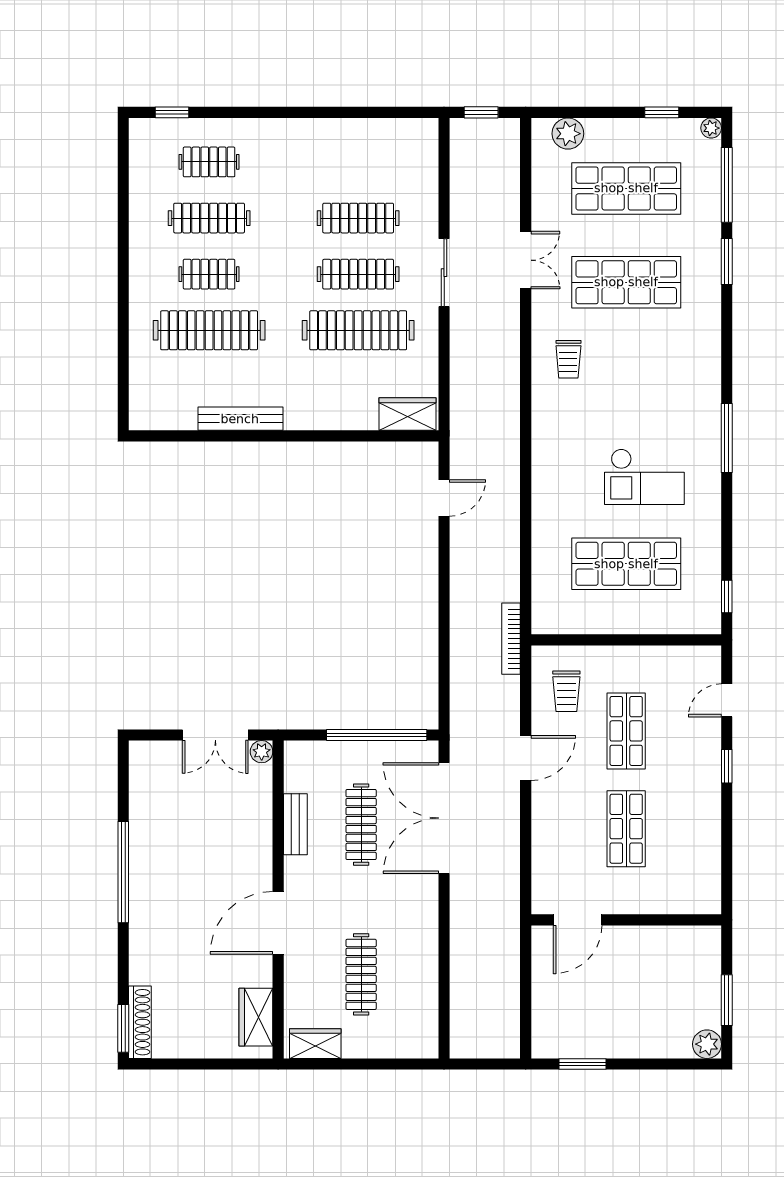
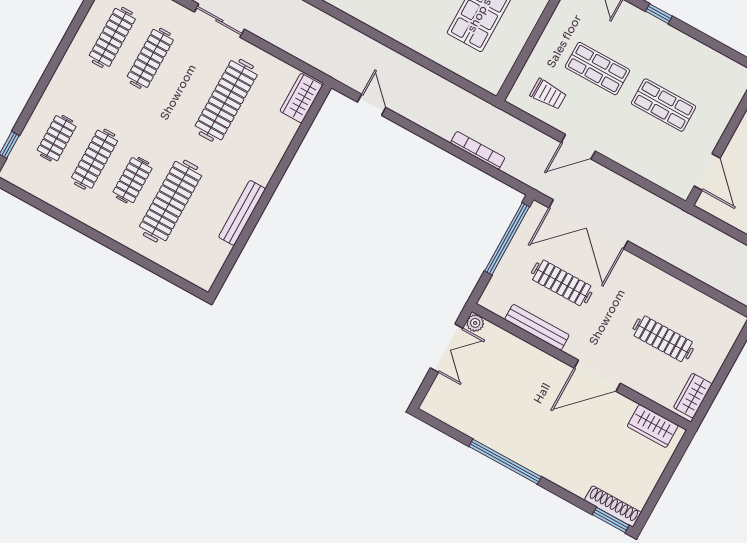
clothes rail: (358, 274) -> (112, 37), moved
bookcase: (511, 639) -> (478, 150), moved, turned 180
door: (526, 758) -> (578, 147), swing flipped
bench: (295, 824) -> (537, 327), width x1.36
door: (278, 923) -> (597, 376), hinge flipped

